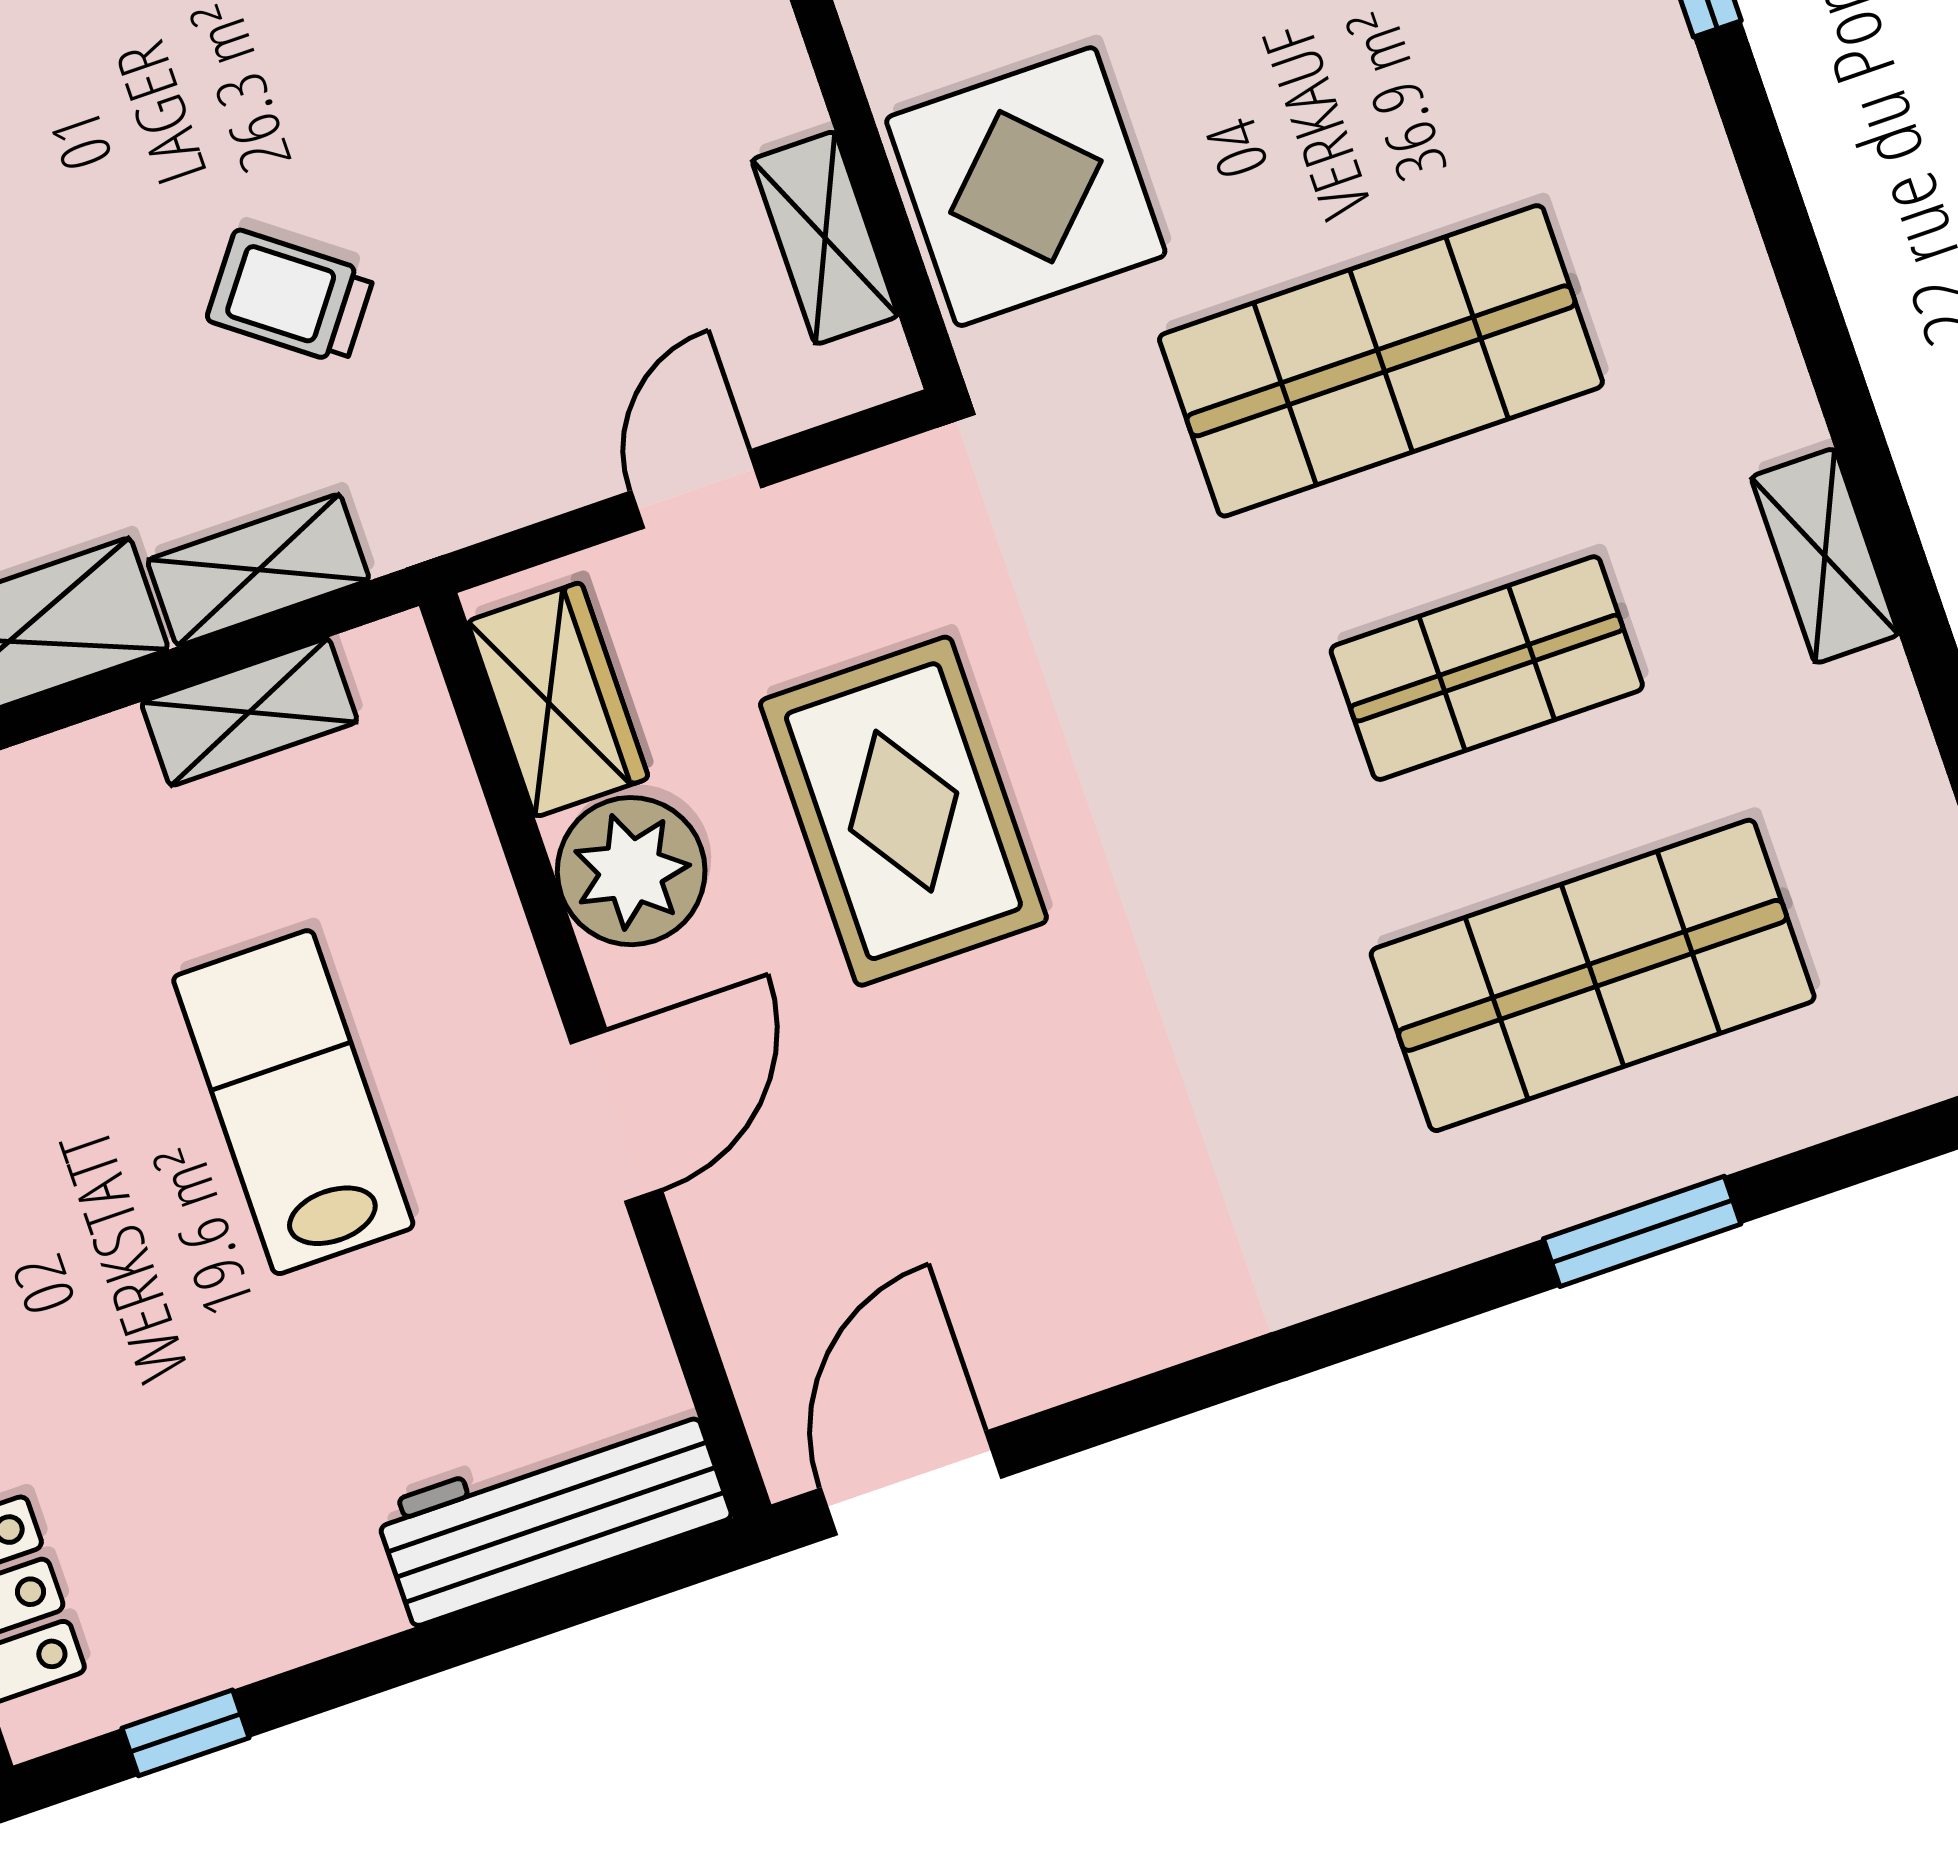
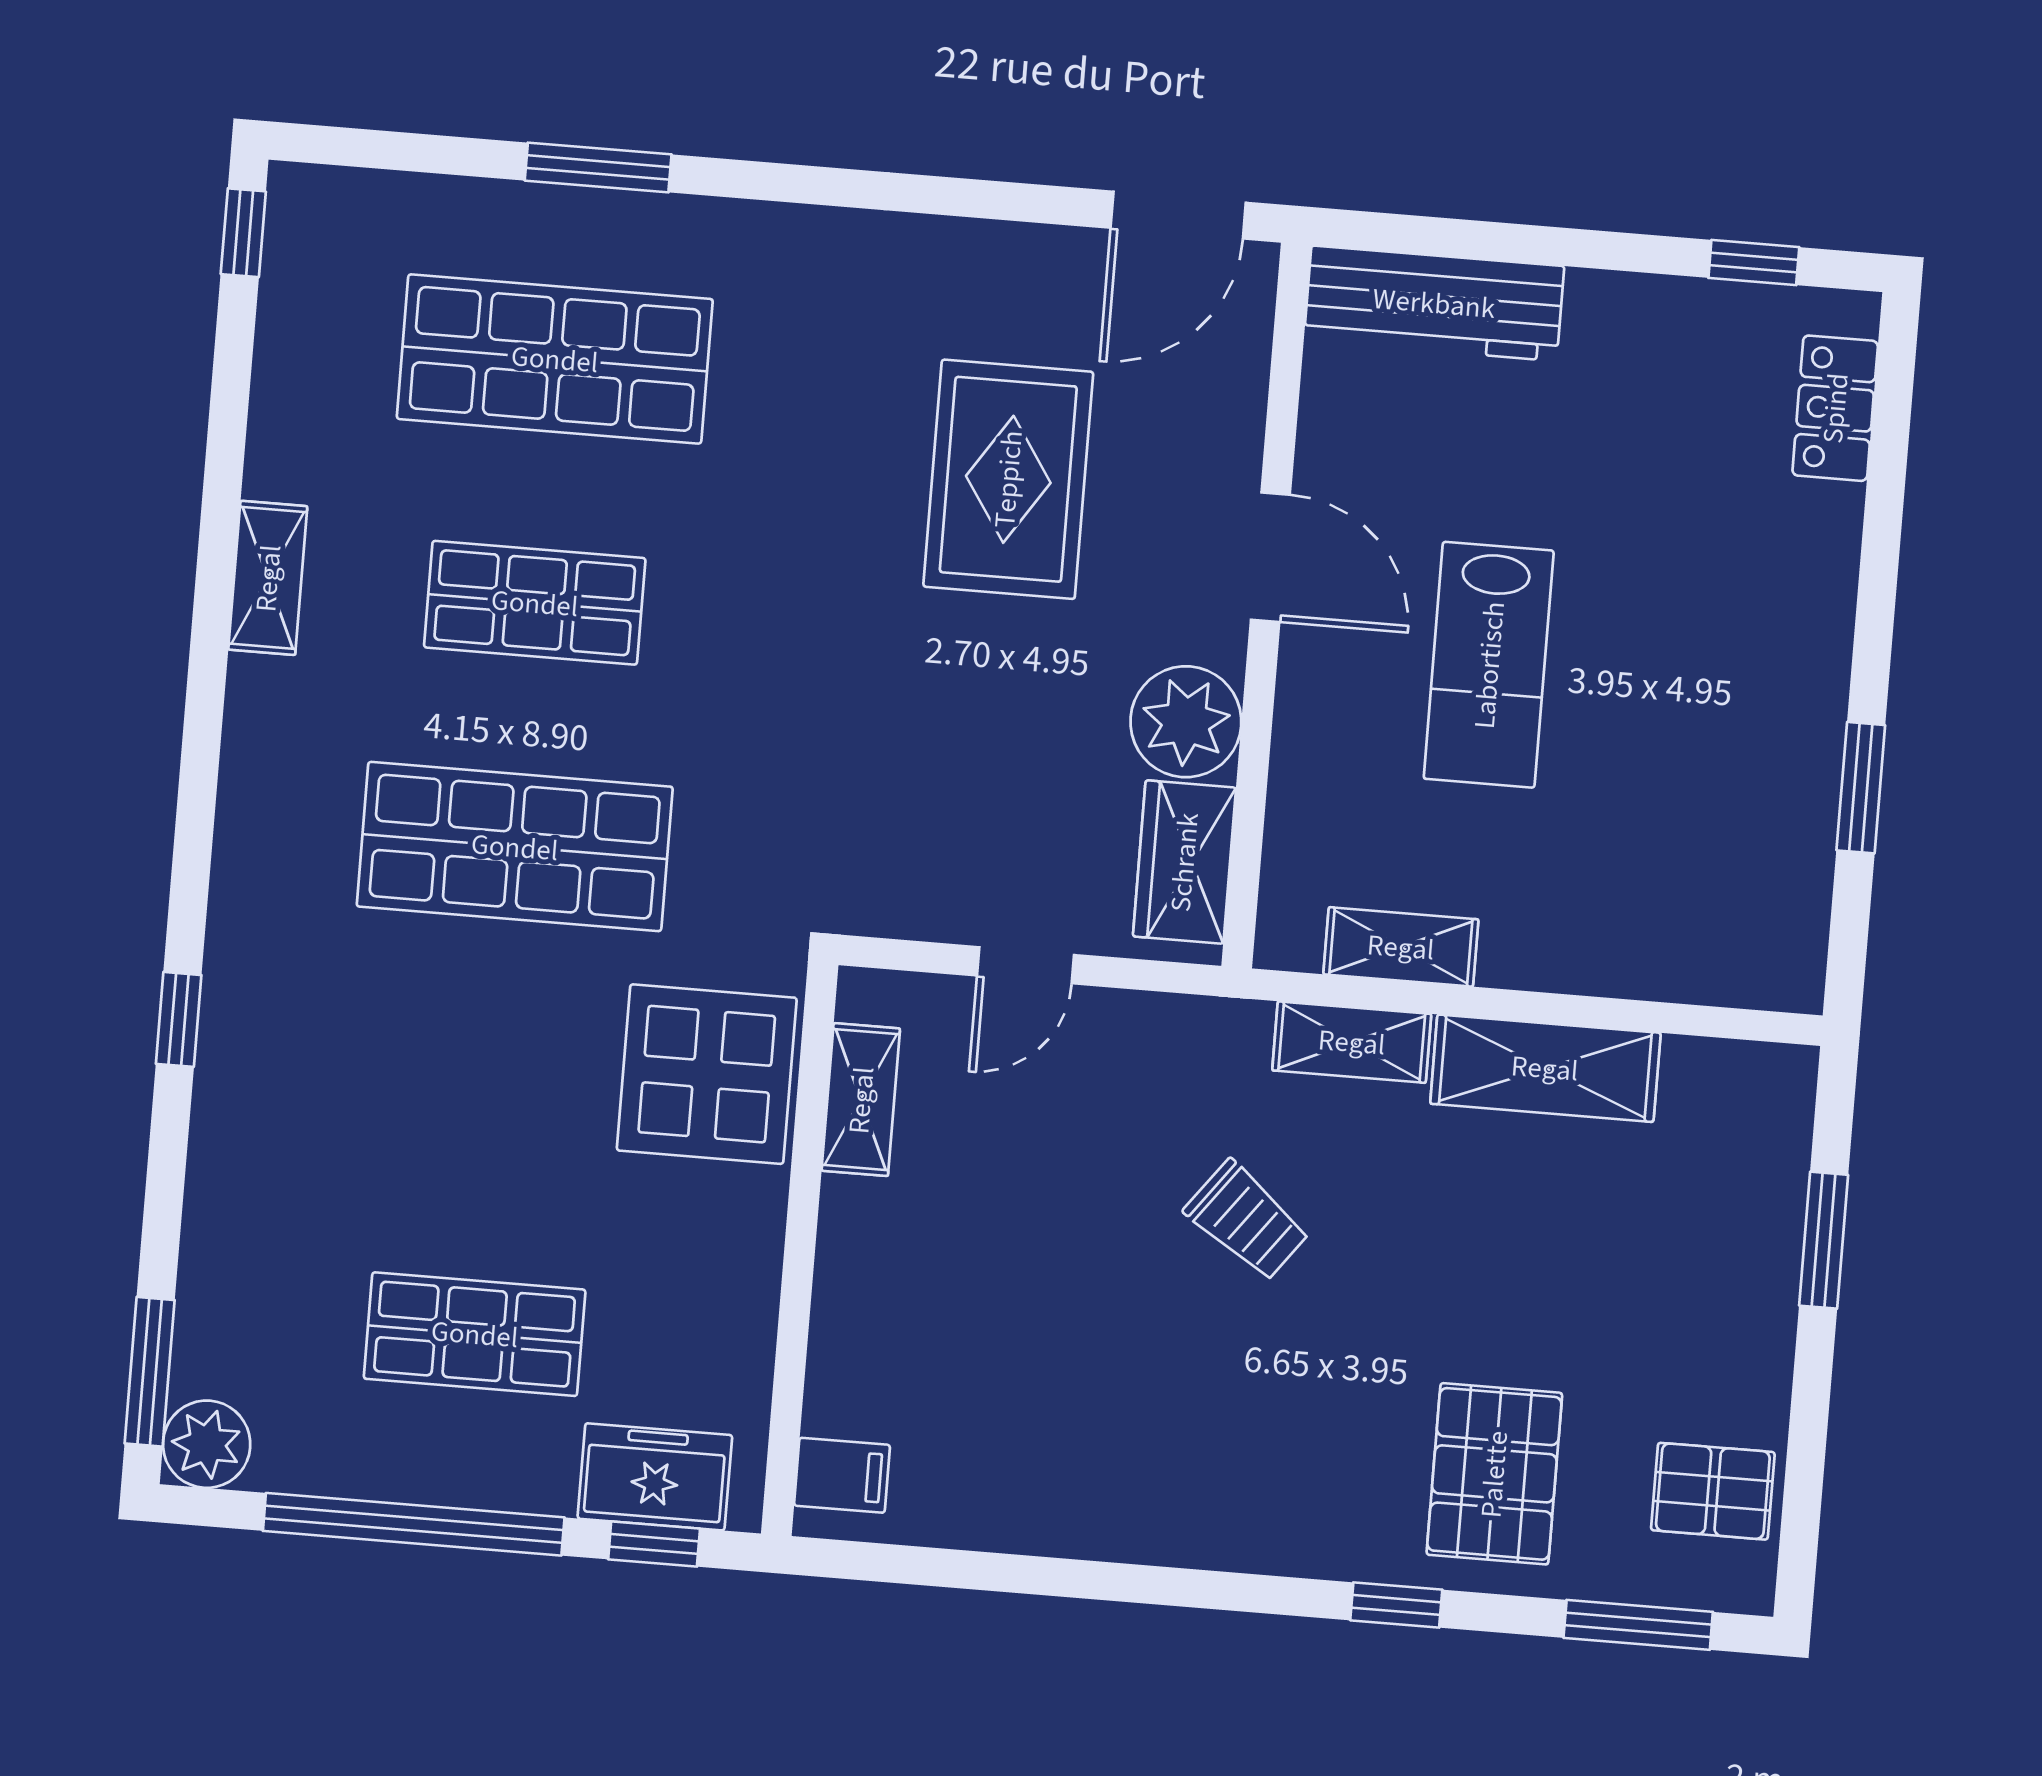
rug: (903, 811) -> (1008, 479), moved
door: (616, 1116) -> (1270, 557), swing flipped

